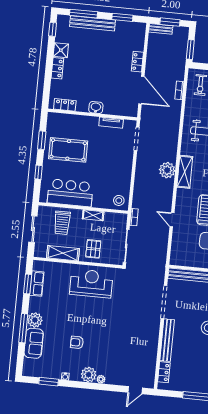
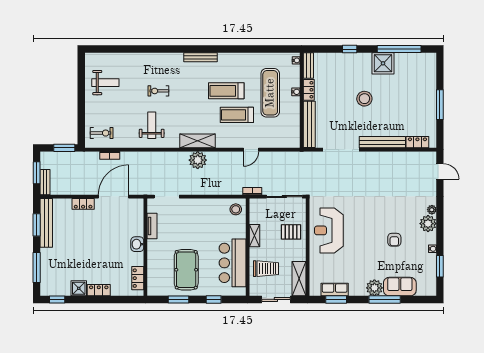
bench: (92, 23) -> (46, 223), moved
shelving: (63, 253) -> (299, 279), moved

